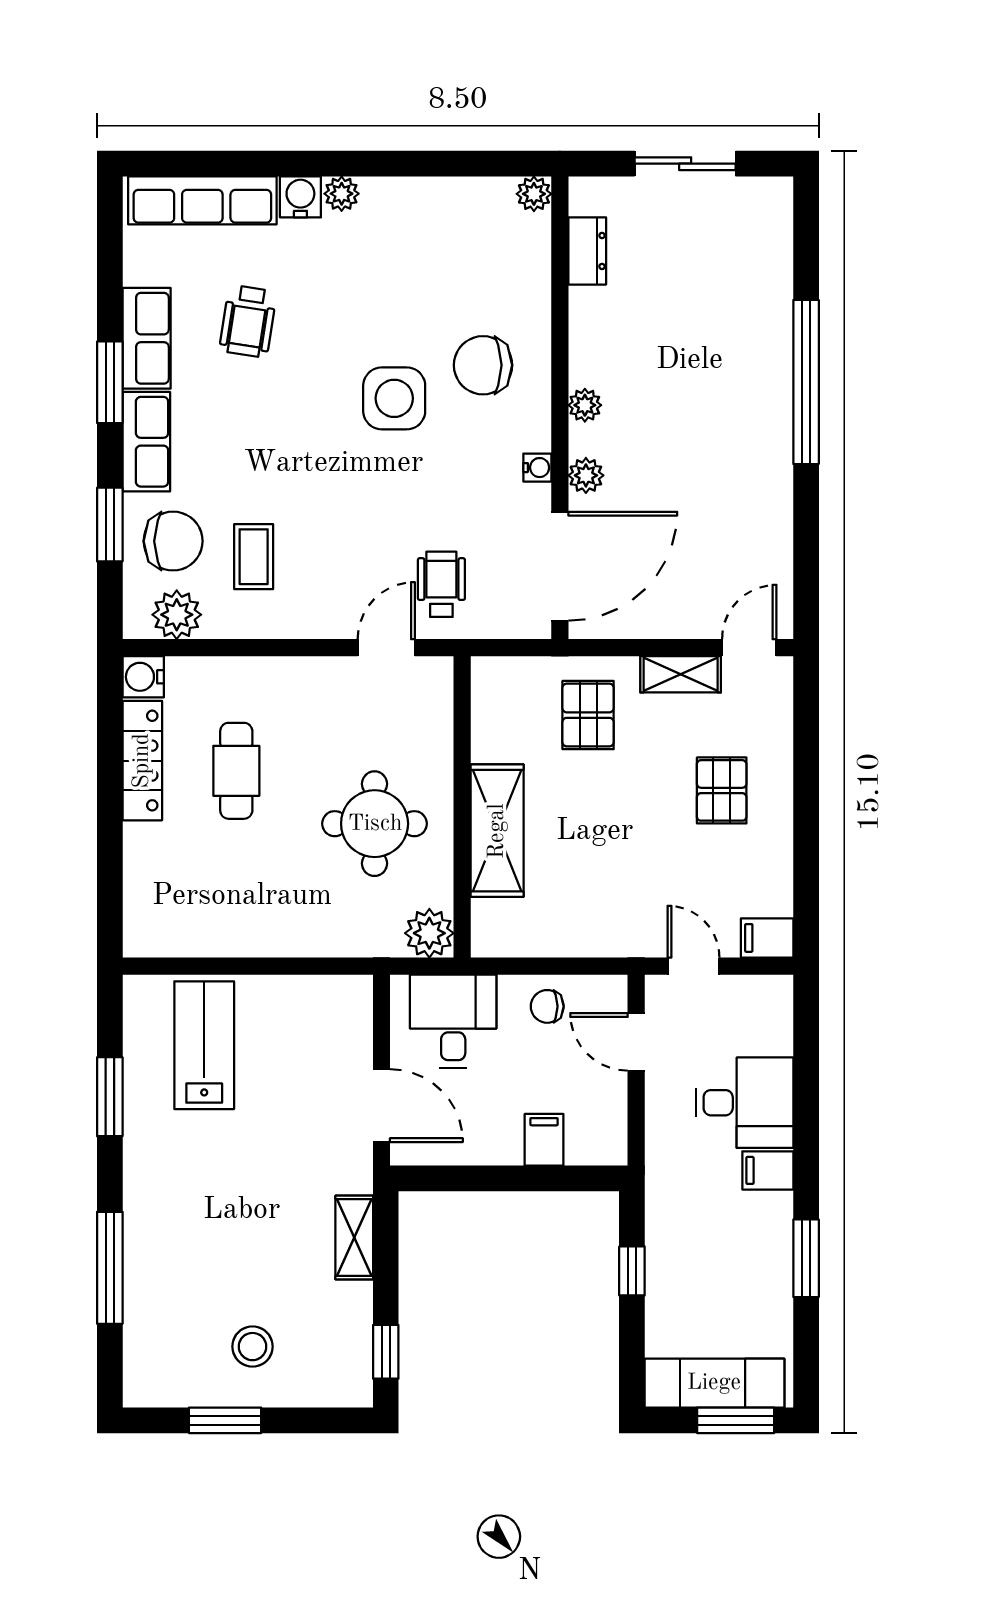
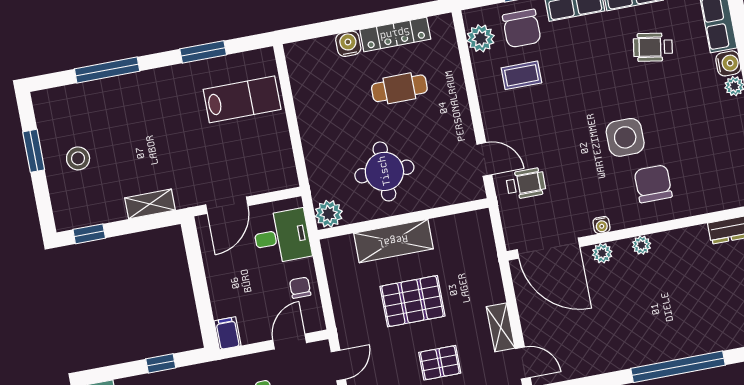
water cooler: (143, 677) -> (348, 44), moved
pallet: (588, 715) -> (412, 301), moved, width x1.50, depth x1.42
filing cabinet: (544, 1140) -> (227, 333), moved, turned -90

